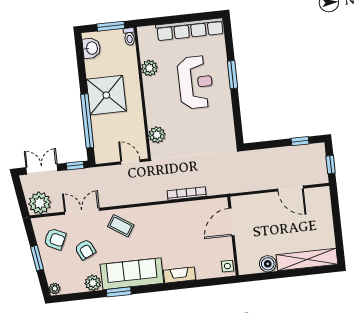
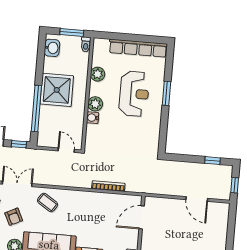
water cooler: (153, 119) -> (92, 118), added
plant: (157, 135) -> (95, 104), moved

